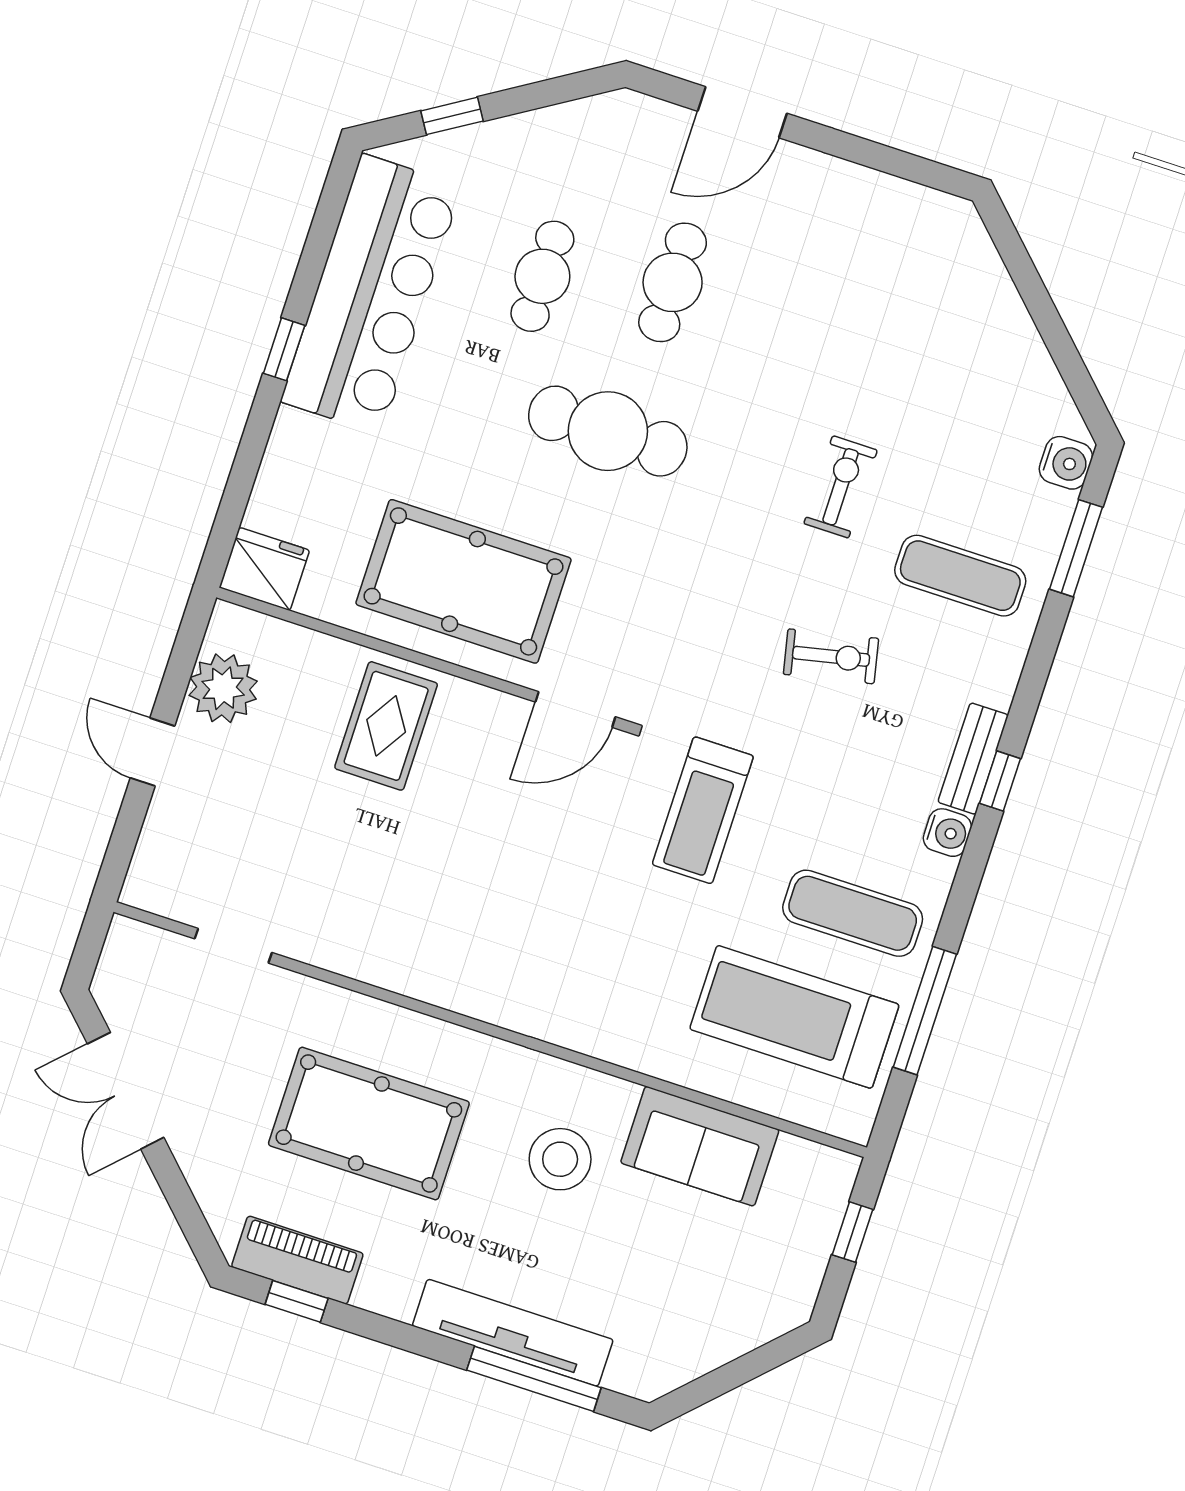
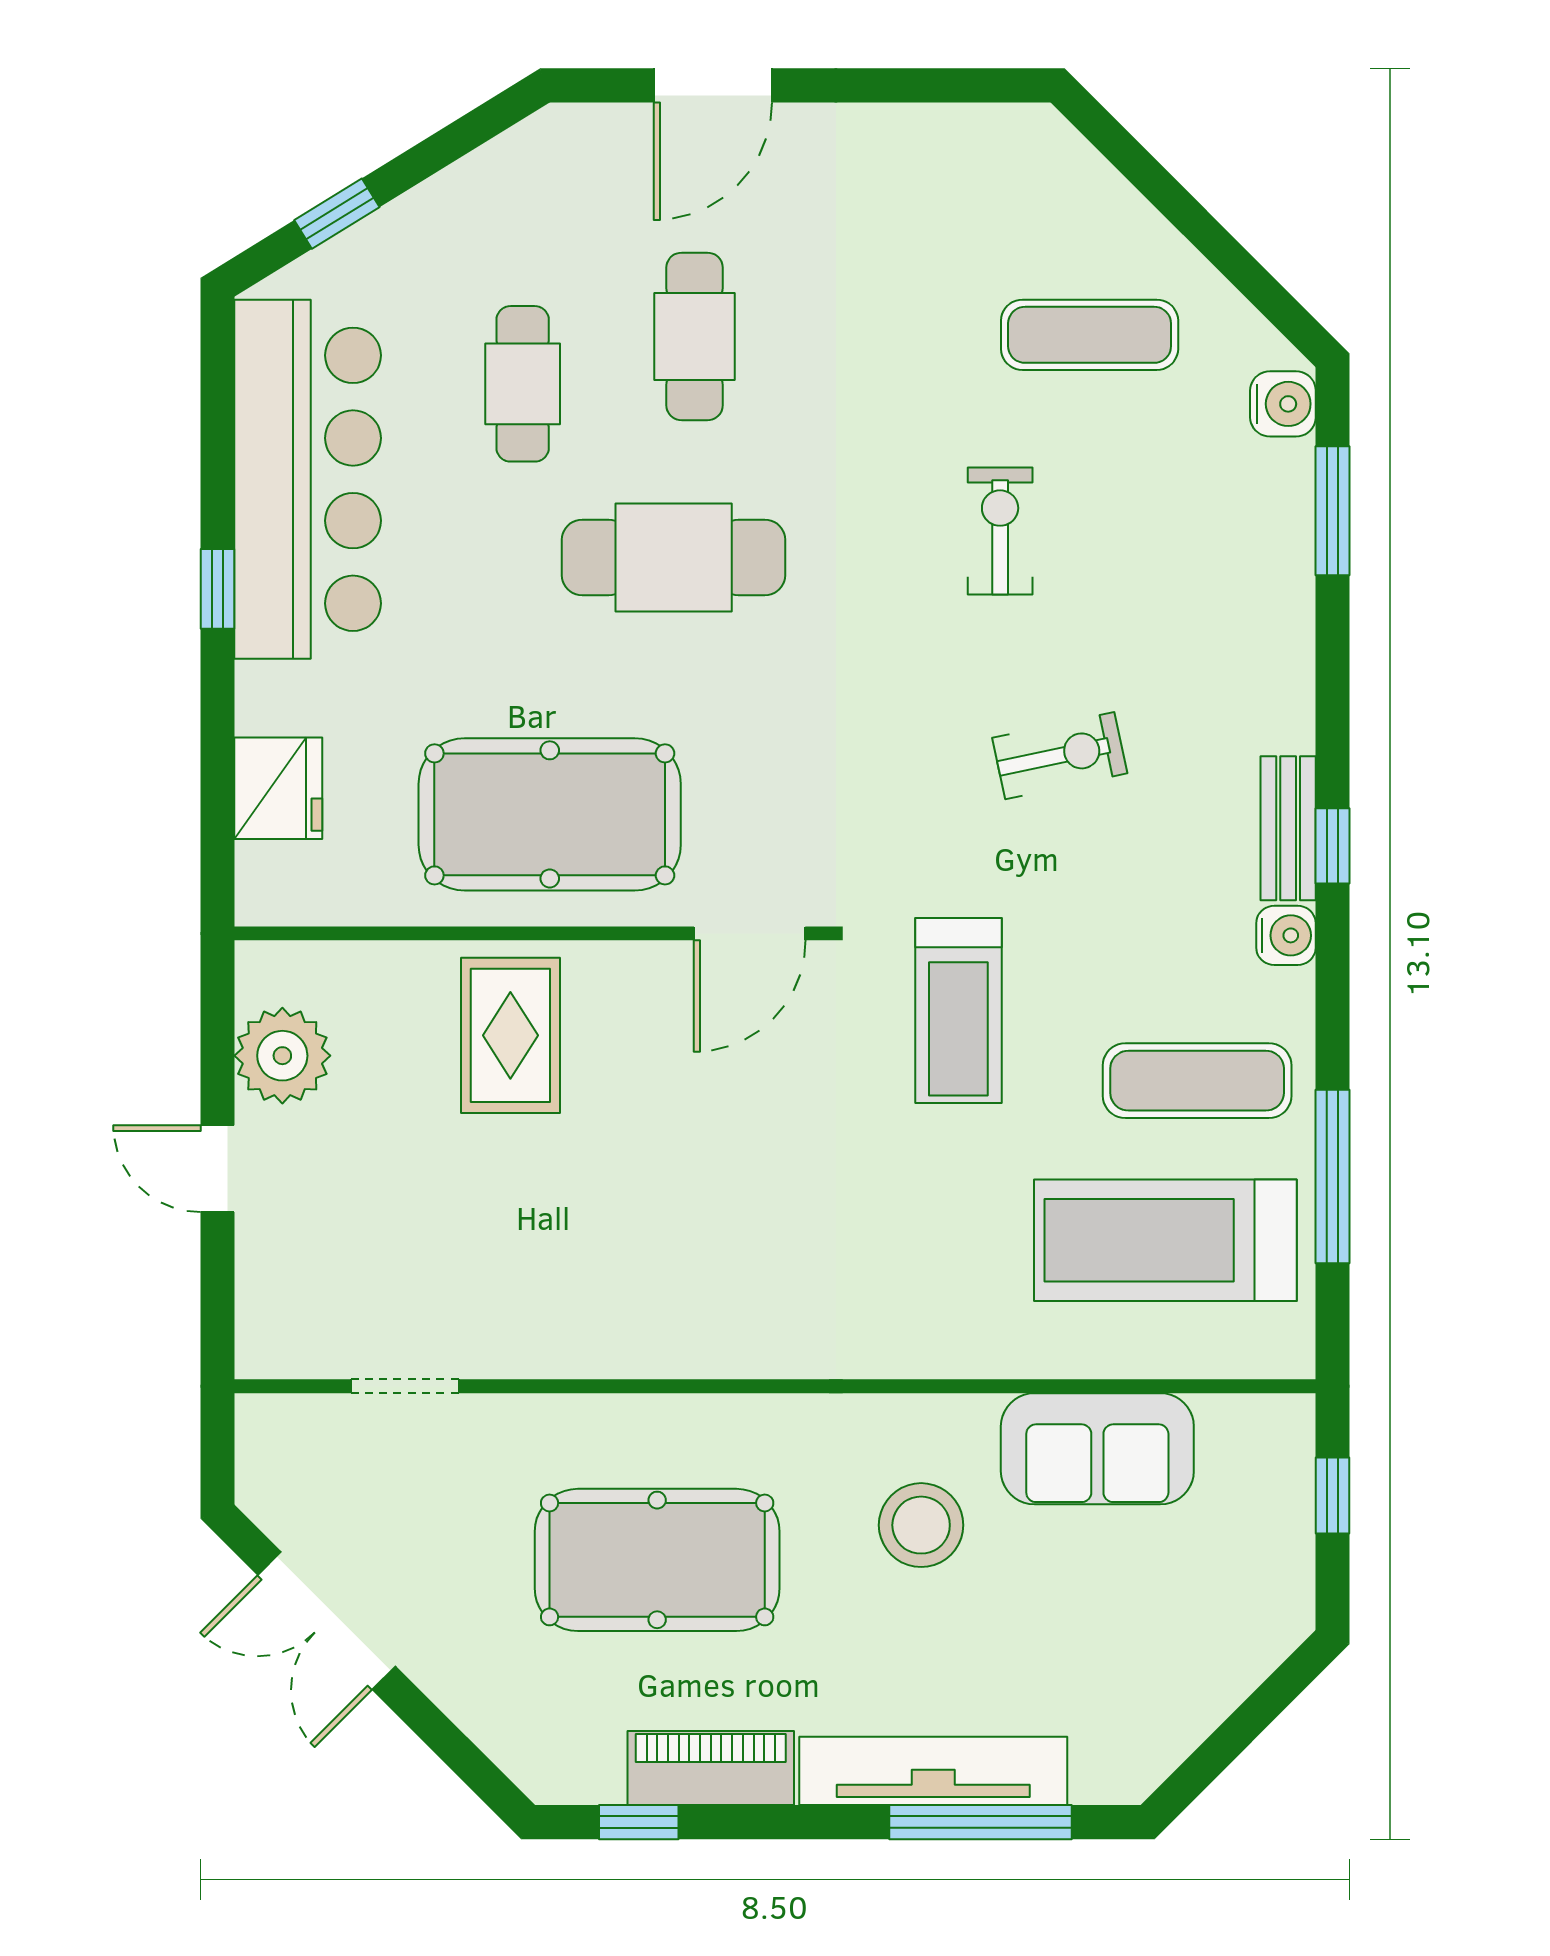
fridge: (264, 569) -> (278, 788), moved, turned 90
exercise mat: (960, 576) -> (1090, 335), moved
piano: (297, 1260) -> (711, 1768), moved

